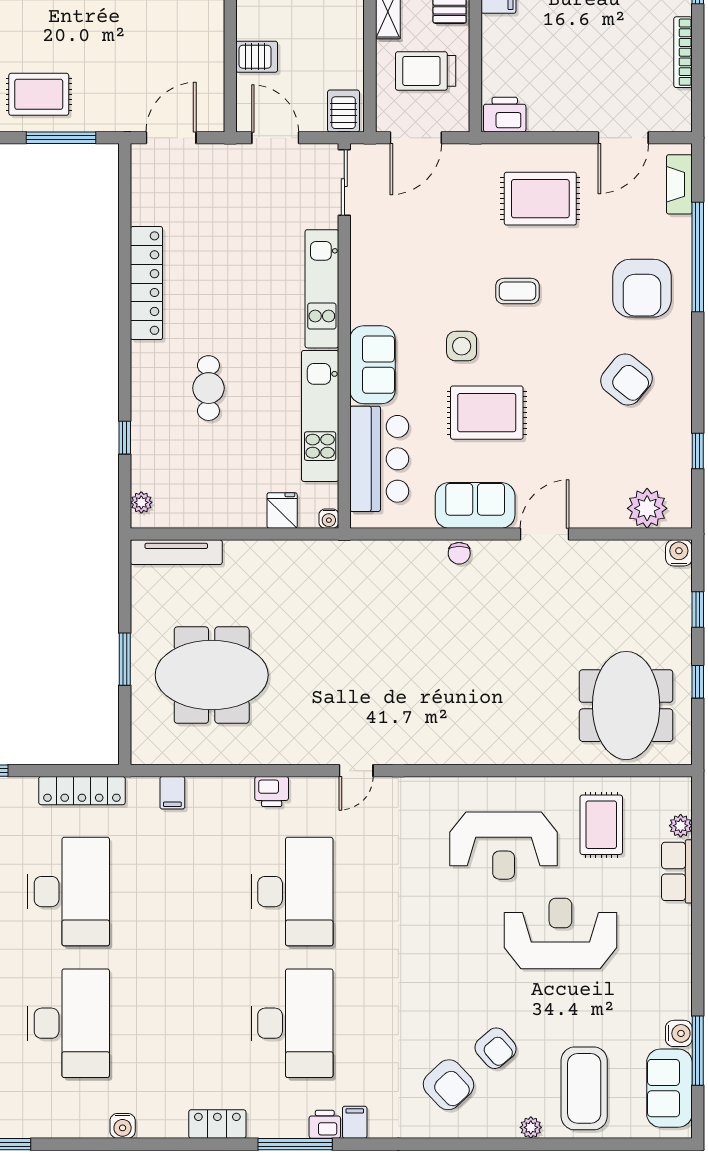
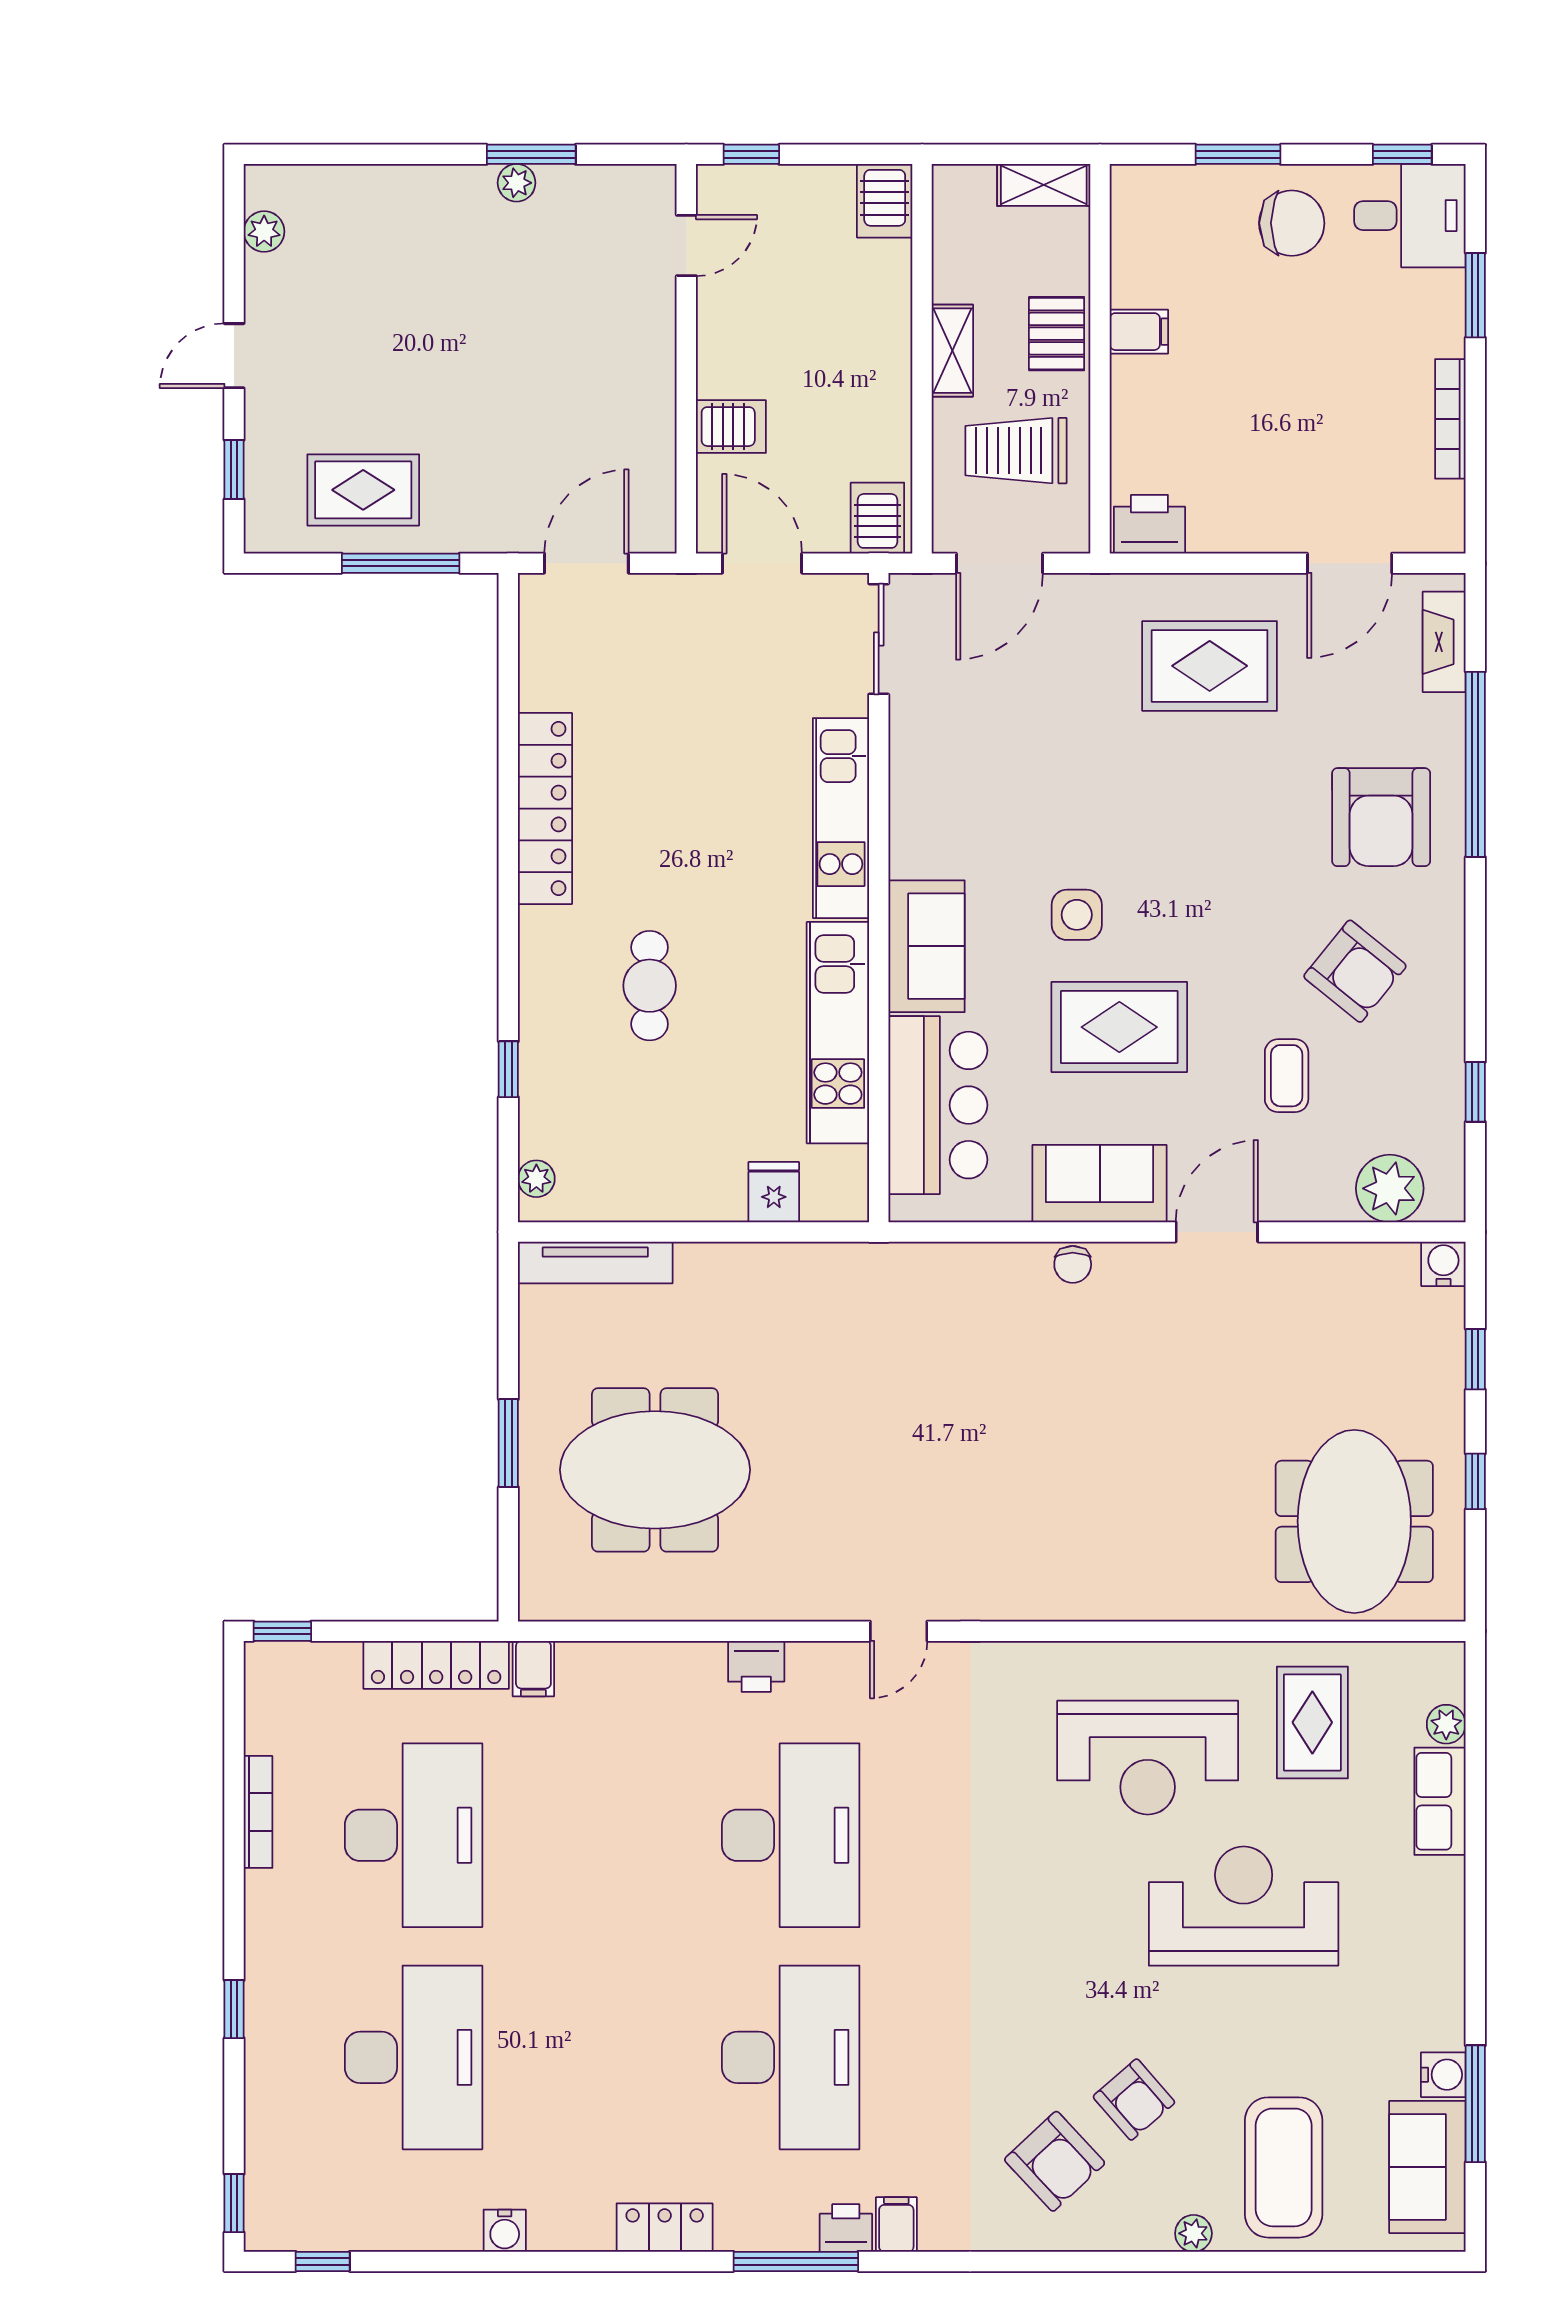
coffee table: (518, 291) -> (1287, 1076), moved, turned 90
water cooler: (329, 519) -> (853, 1206), removed
filing cabinet: (172, 793) -> (533, 1669), moved

